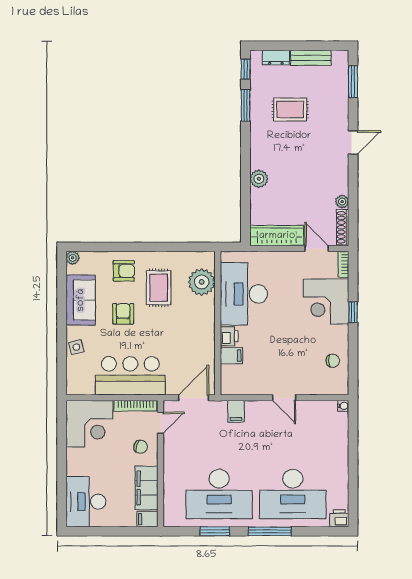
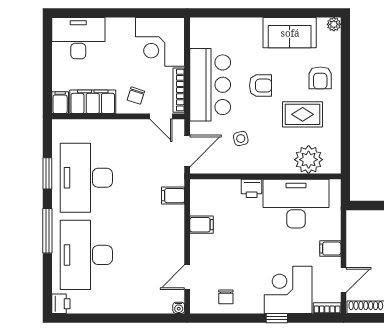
wardrobe: (277, 236) -> (357, 238), removed
filing cabinet: (287, 261) -> (330, 249), added
armchair: (123, 314) -> (260, 85), moved
side table: (76, 347) -> (241, 139), moved
filing cabinet: (231, 356) -> (202, 225), moved, turned -90
door: (194, 398) -> (187, 151), hinge flipped
door: (284, 398) -> (187, 277), moved

